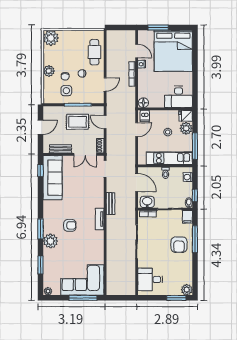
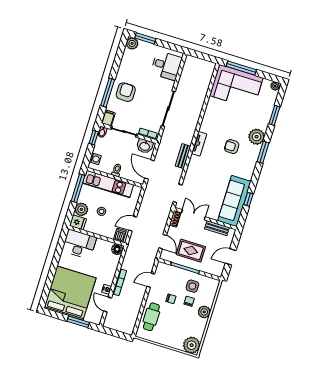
window: (40, 170) -> (248, 199), moved

